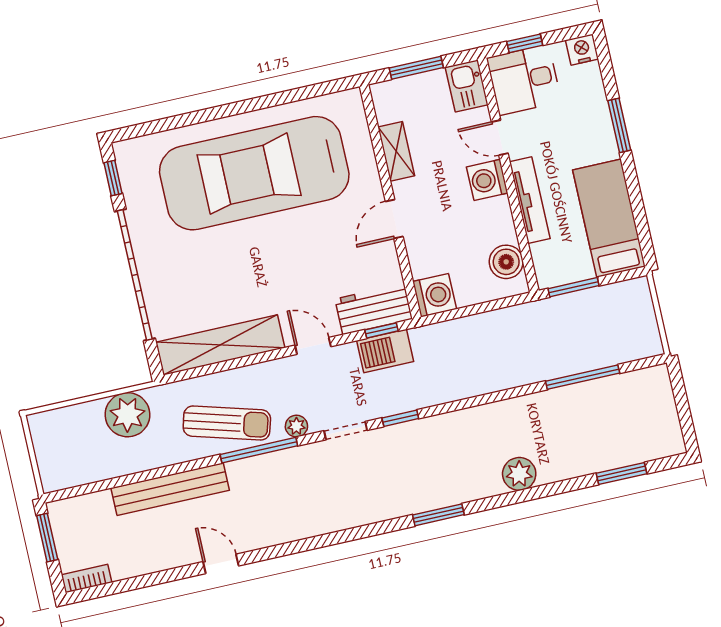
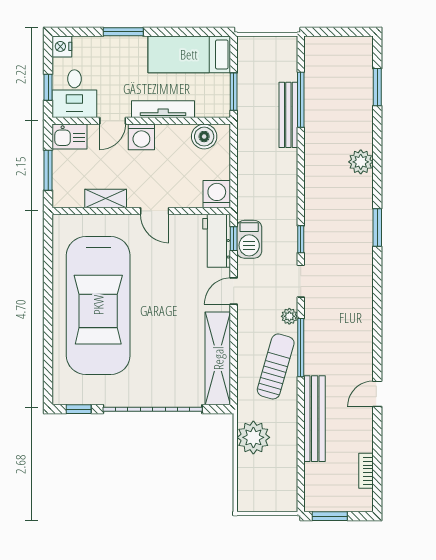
bench: (559, 366) -> (288, 115), added
bookcase: (87, 579) -> (366, 471), moved

